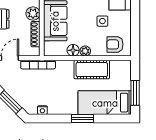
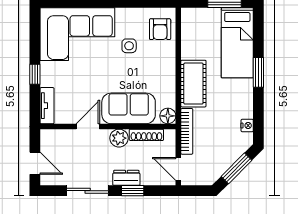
floor lamp: (73, 50) -> (168, 116), moved
plant: (85, 51) -> (169, 69), removed
cot: (92, 70) -> (193, 84), moved

